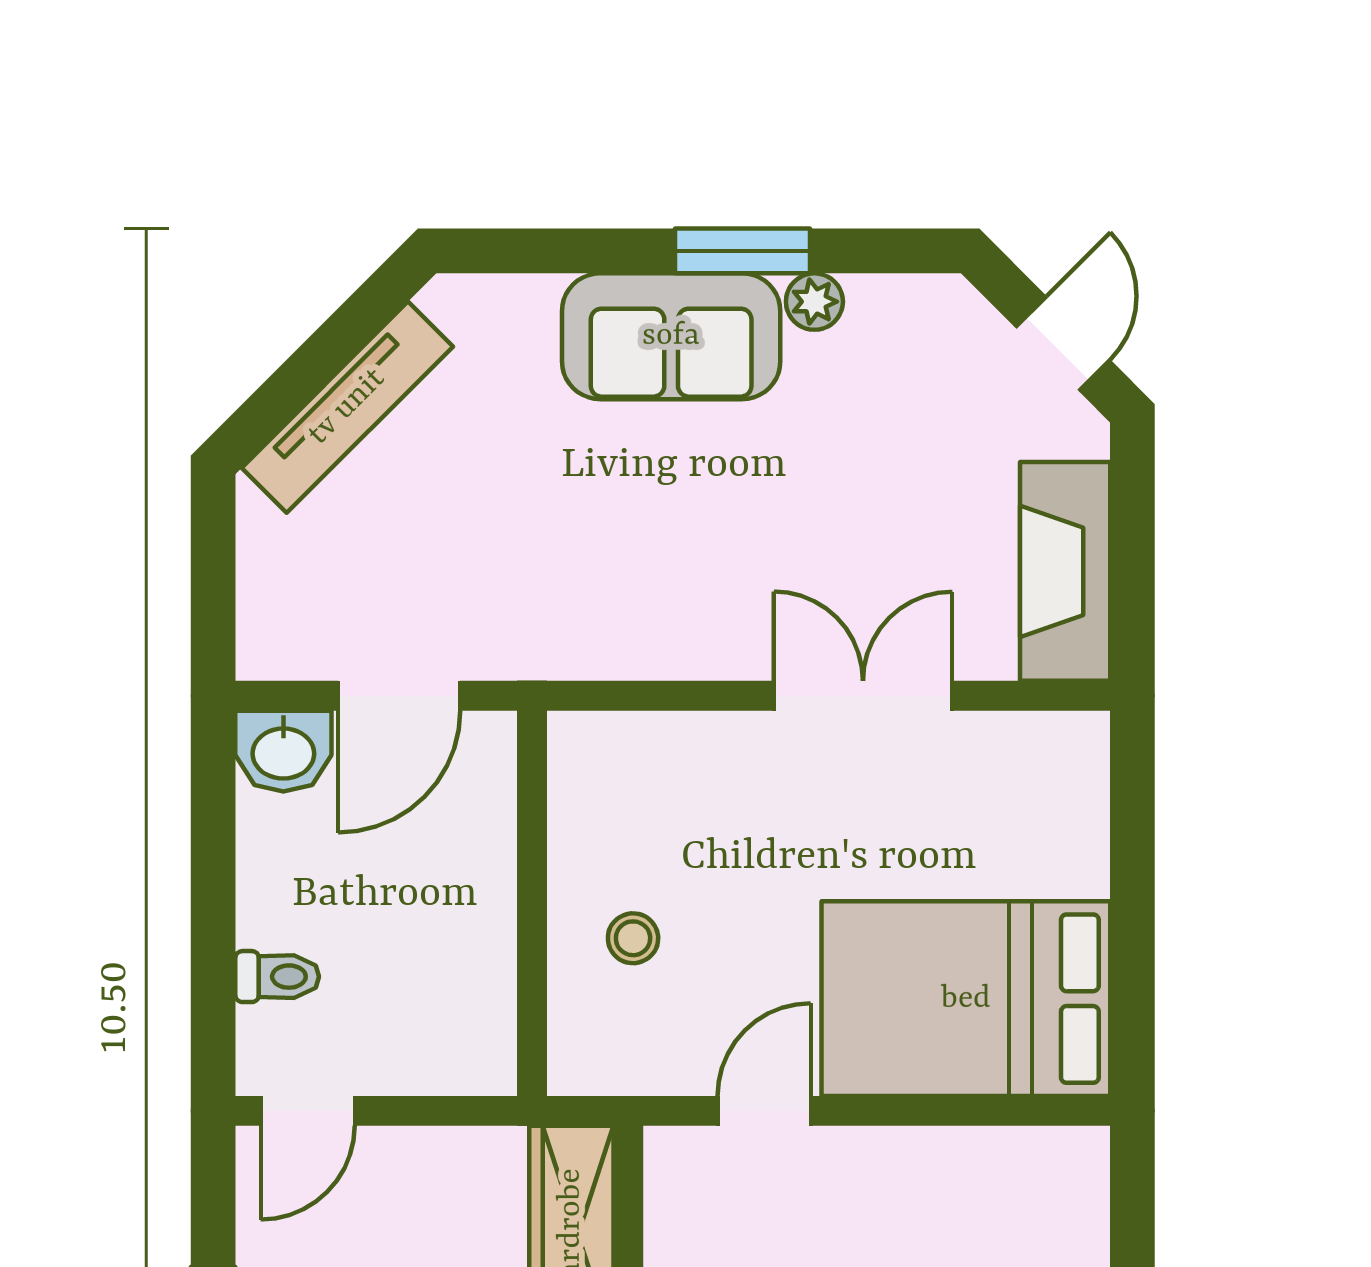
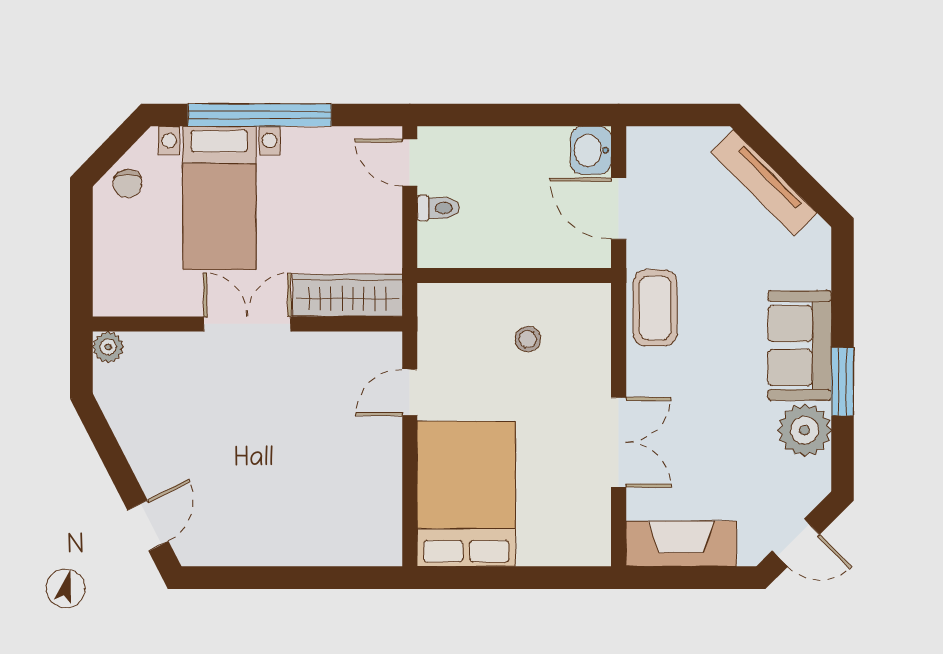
plant: (814, 302) -> (805, 430), width x1.87, depth x1.87
coffee table: (596, 623) -> (655, 308), added
stool: (633, 938) -> (528, 339), moved
toilet: (277, 977) -> (438, 208), moved, turned -90
door: (764, 1111) -> (410, 392), swing flipped

